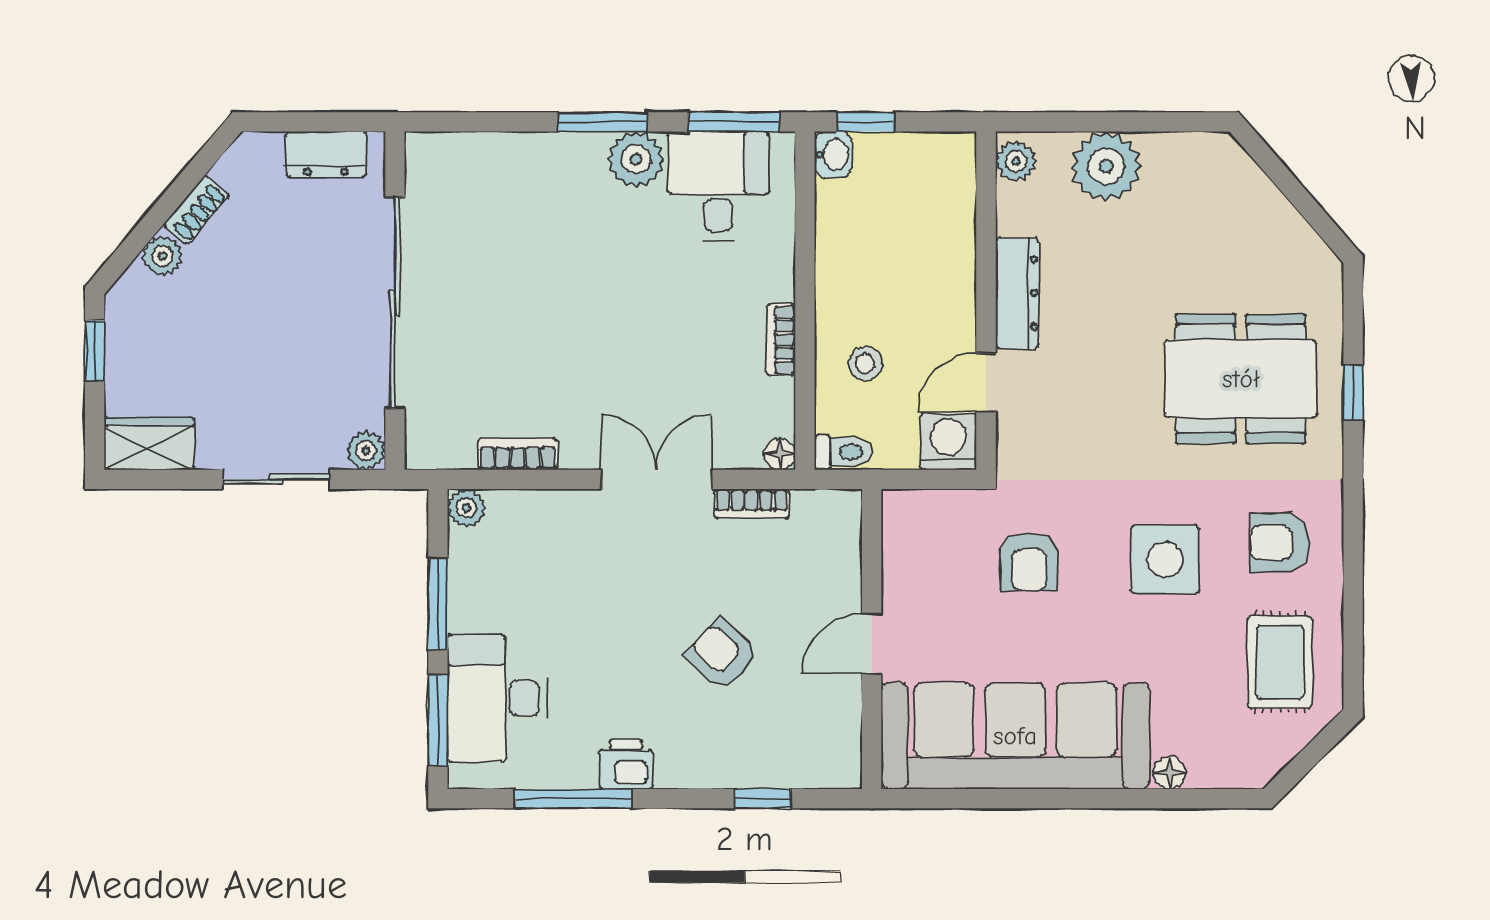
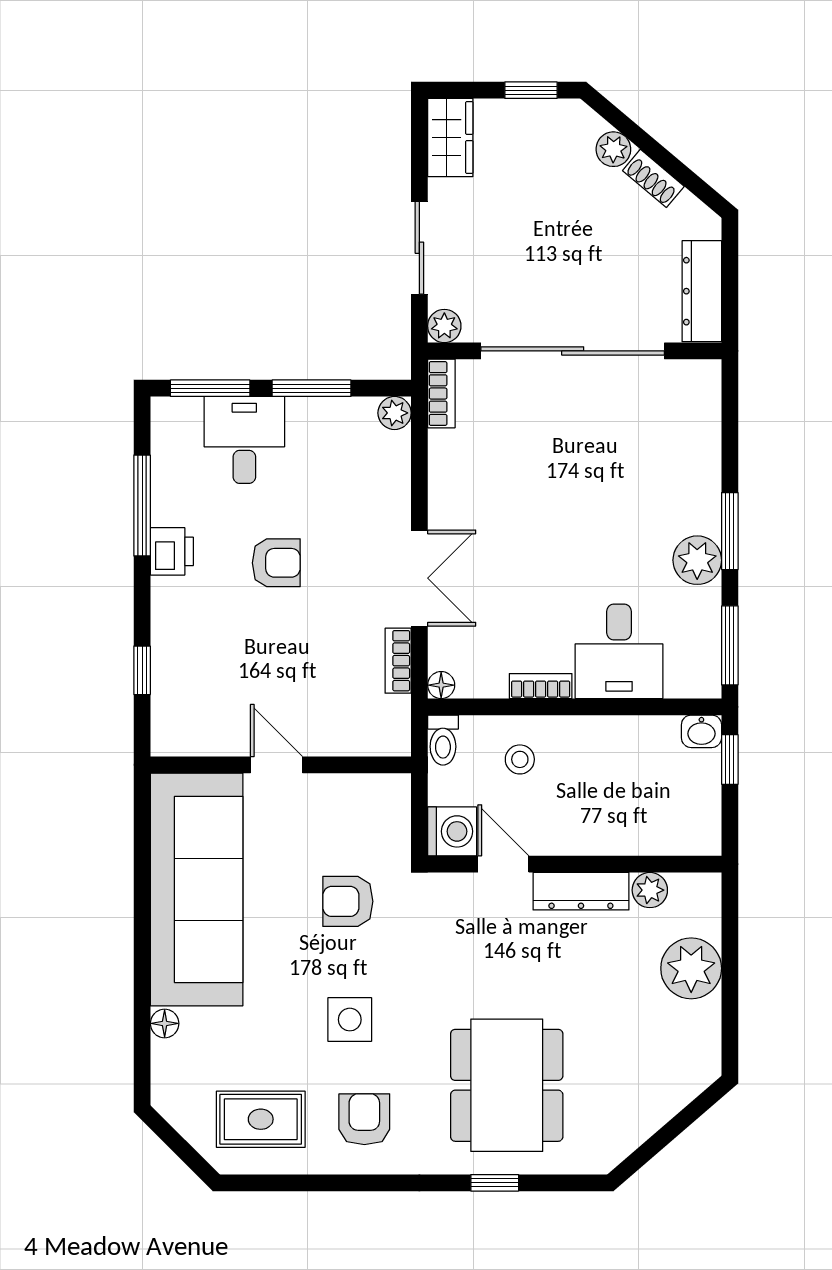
dresser: (326, 154) -> (702, 291), width x1.44
plant: (1016, 161) -> (650, 890), moved
desk: (718, 186) -> (619, 651), moved, turned 90
bookcase: (518, 454) -> (441, 394), moved
side table: (1165, 559) -> (350, 1020), width x0.73, depth x0.73
armchair: (722, 654) -> (276, 563), moved, turned 46
desk: (497, 698) -> (244, 440), width x0.73

